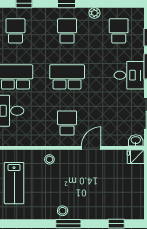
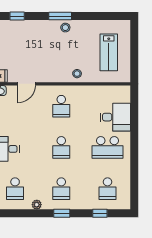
school desk: (67, 77) -> (61, 147), width x0.54
door: (91, 148) -> (27, 84), moved
lab bench: (14, 183) -> (109, 52), turned 180

